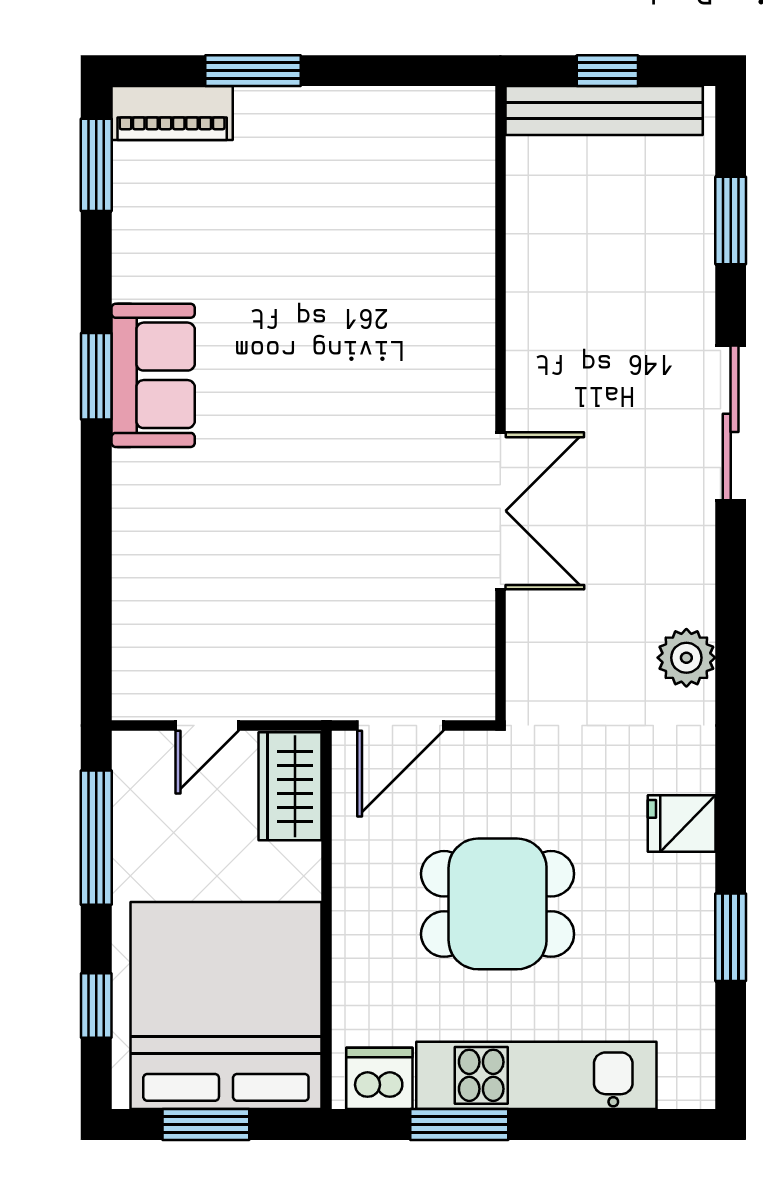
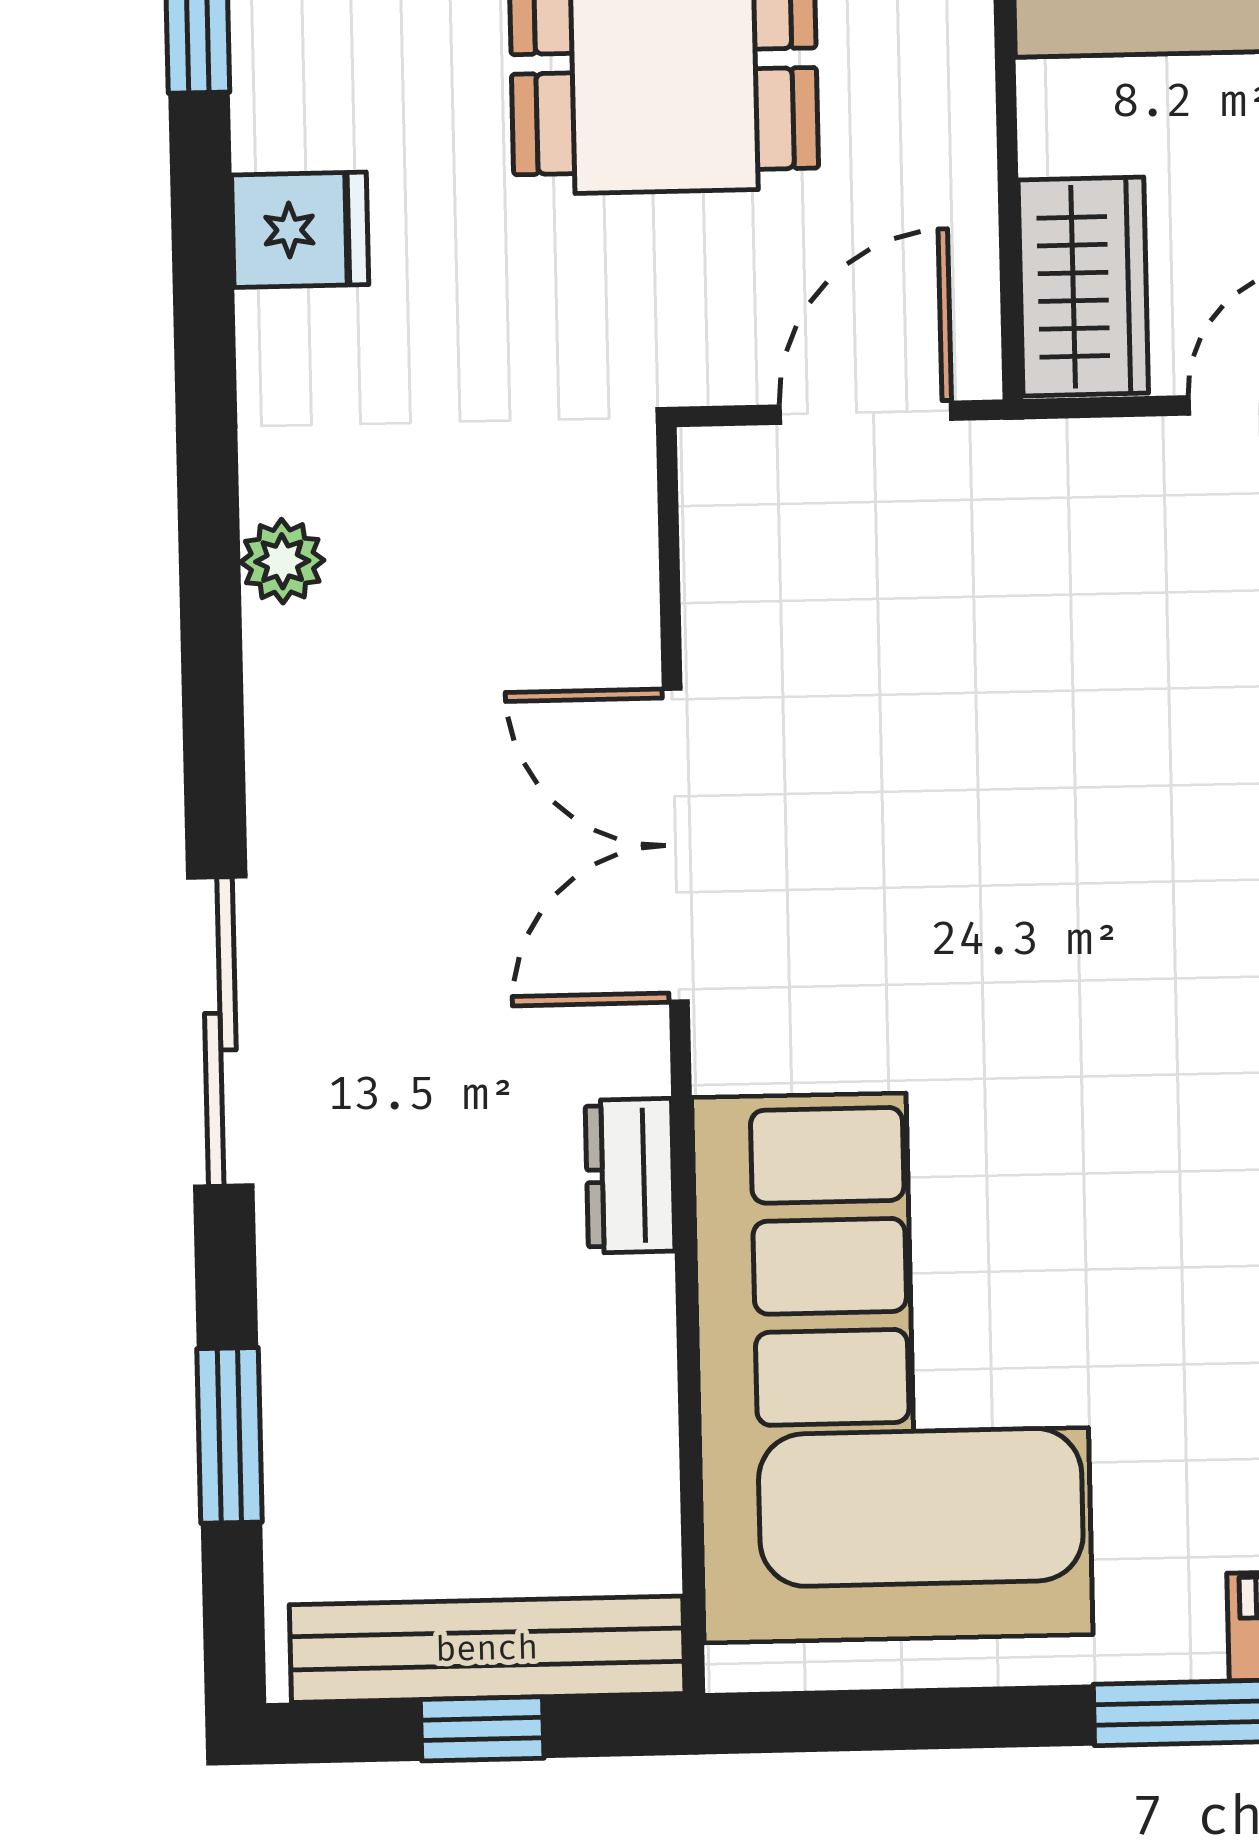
corner sofa: (398, 248) -> (892, 1366), added
dresser: (527, 346) -> (630, 1176), added
plant: (686, 658) -> (282, 561), width x0.73, depth x0.73

